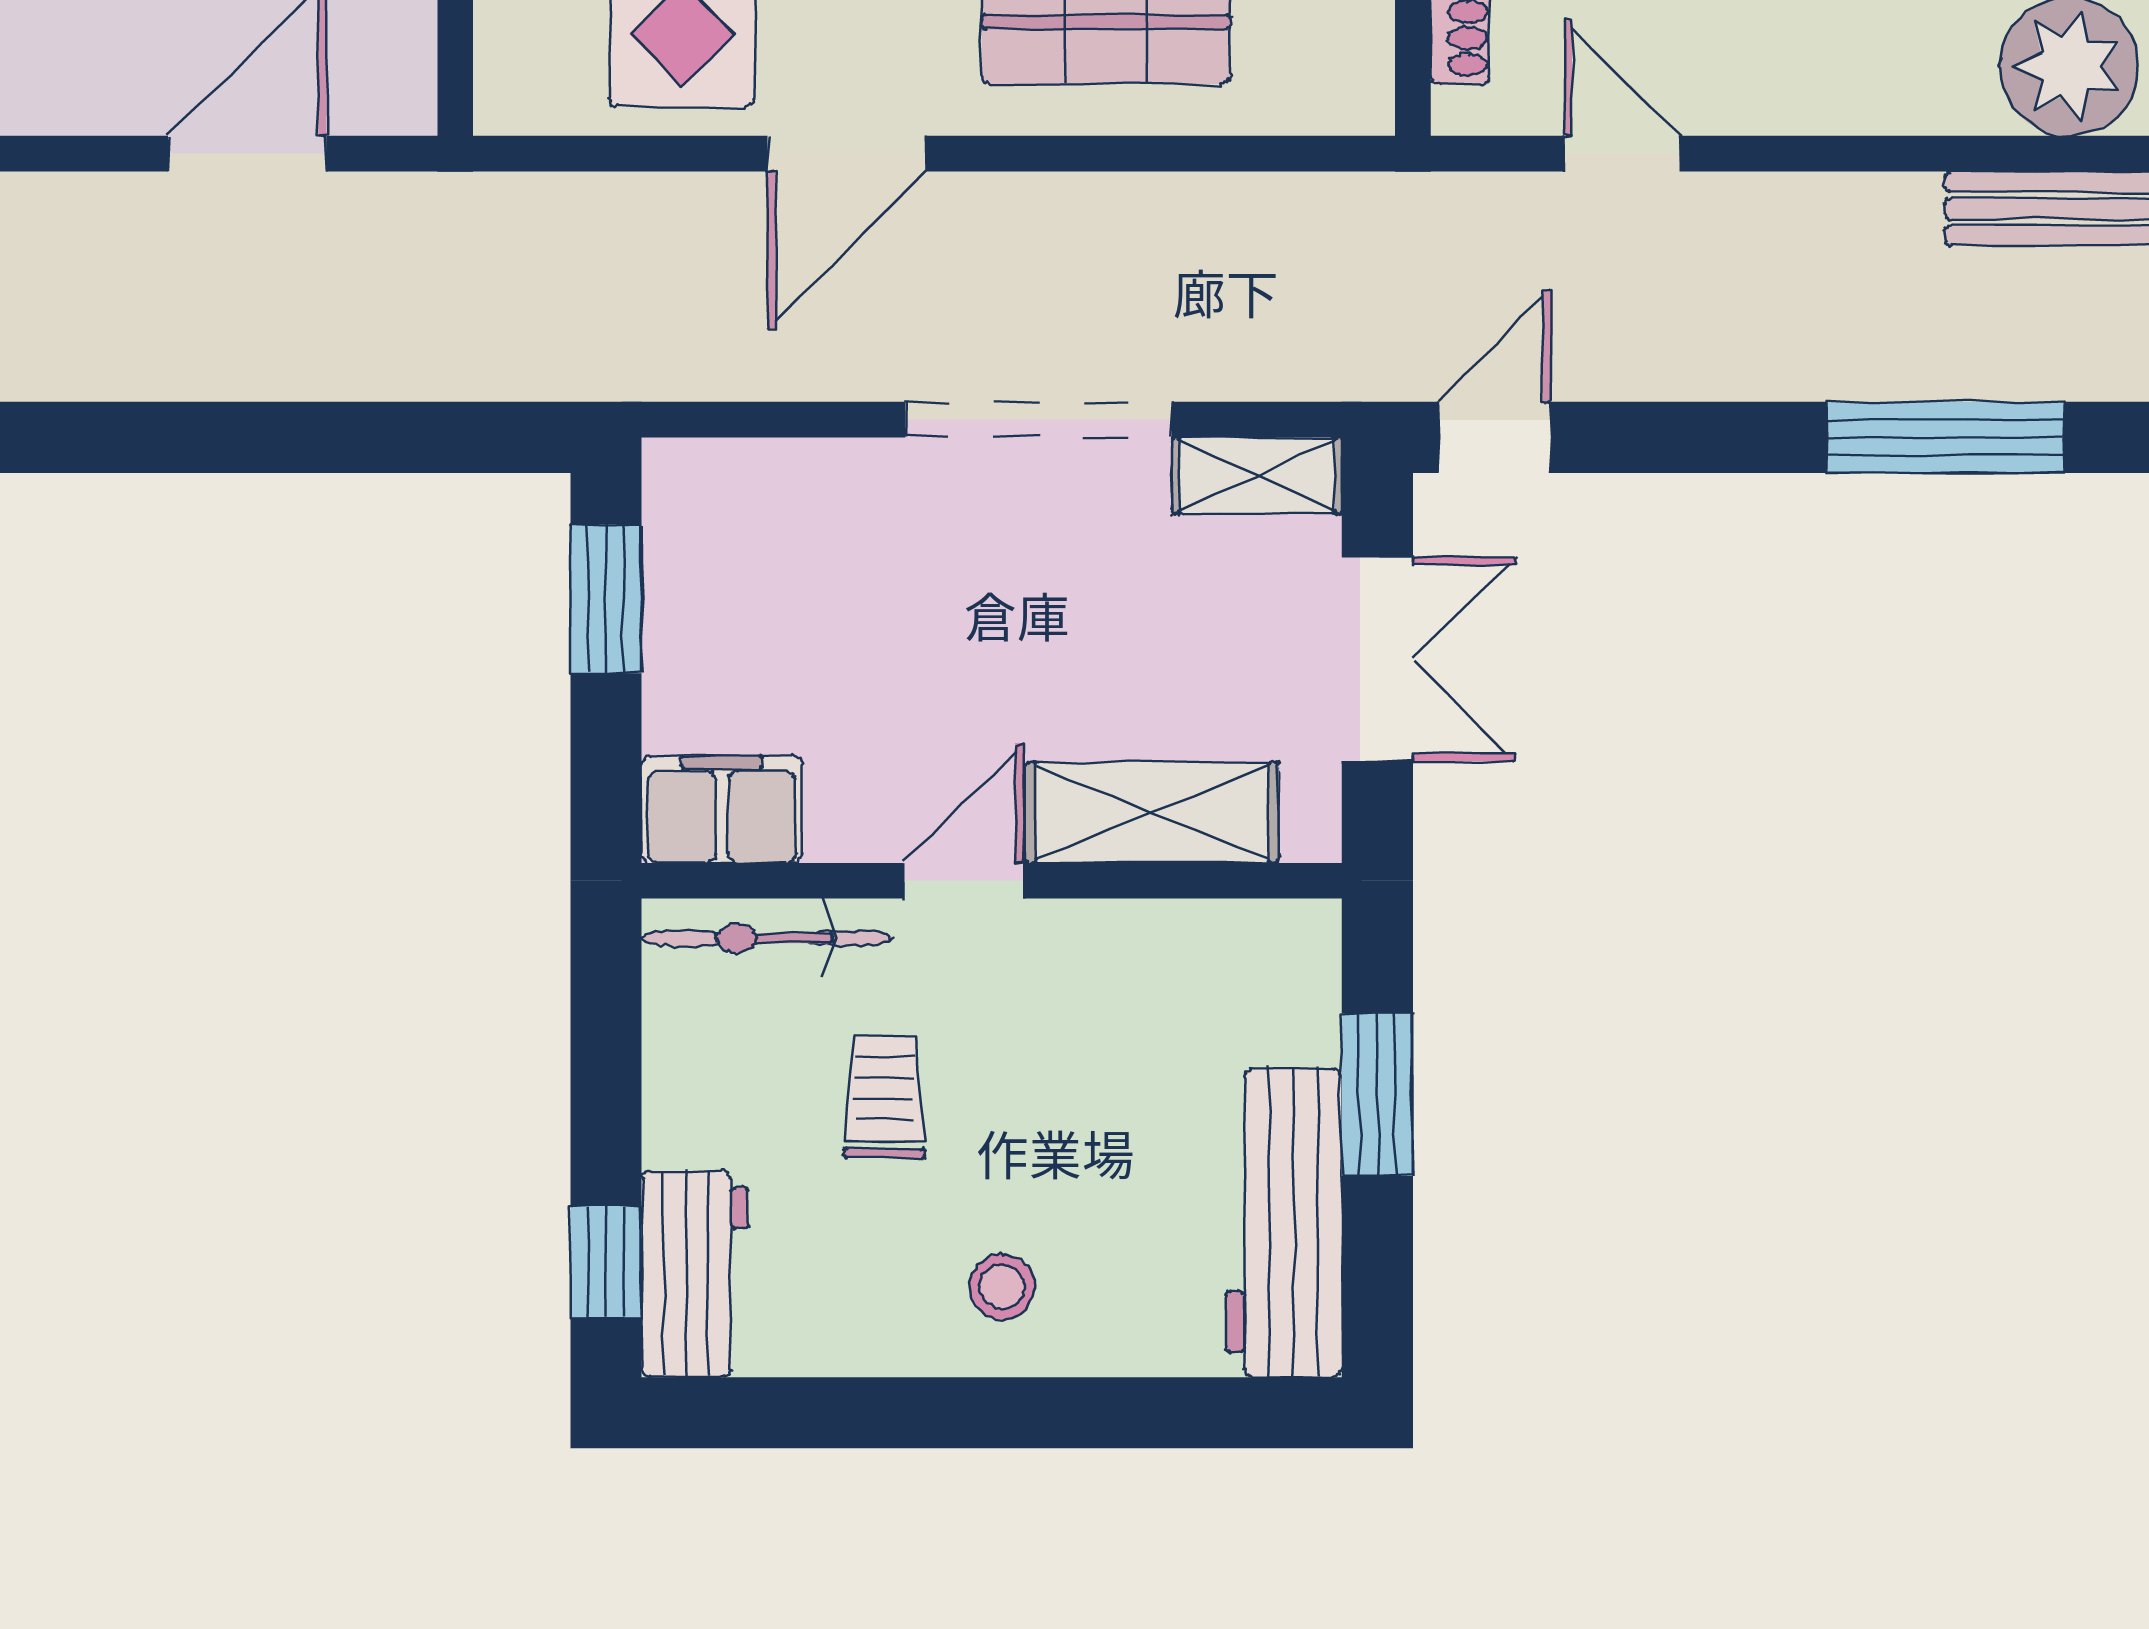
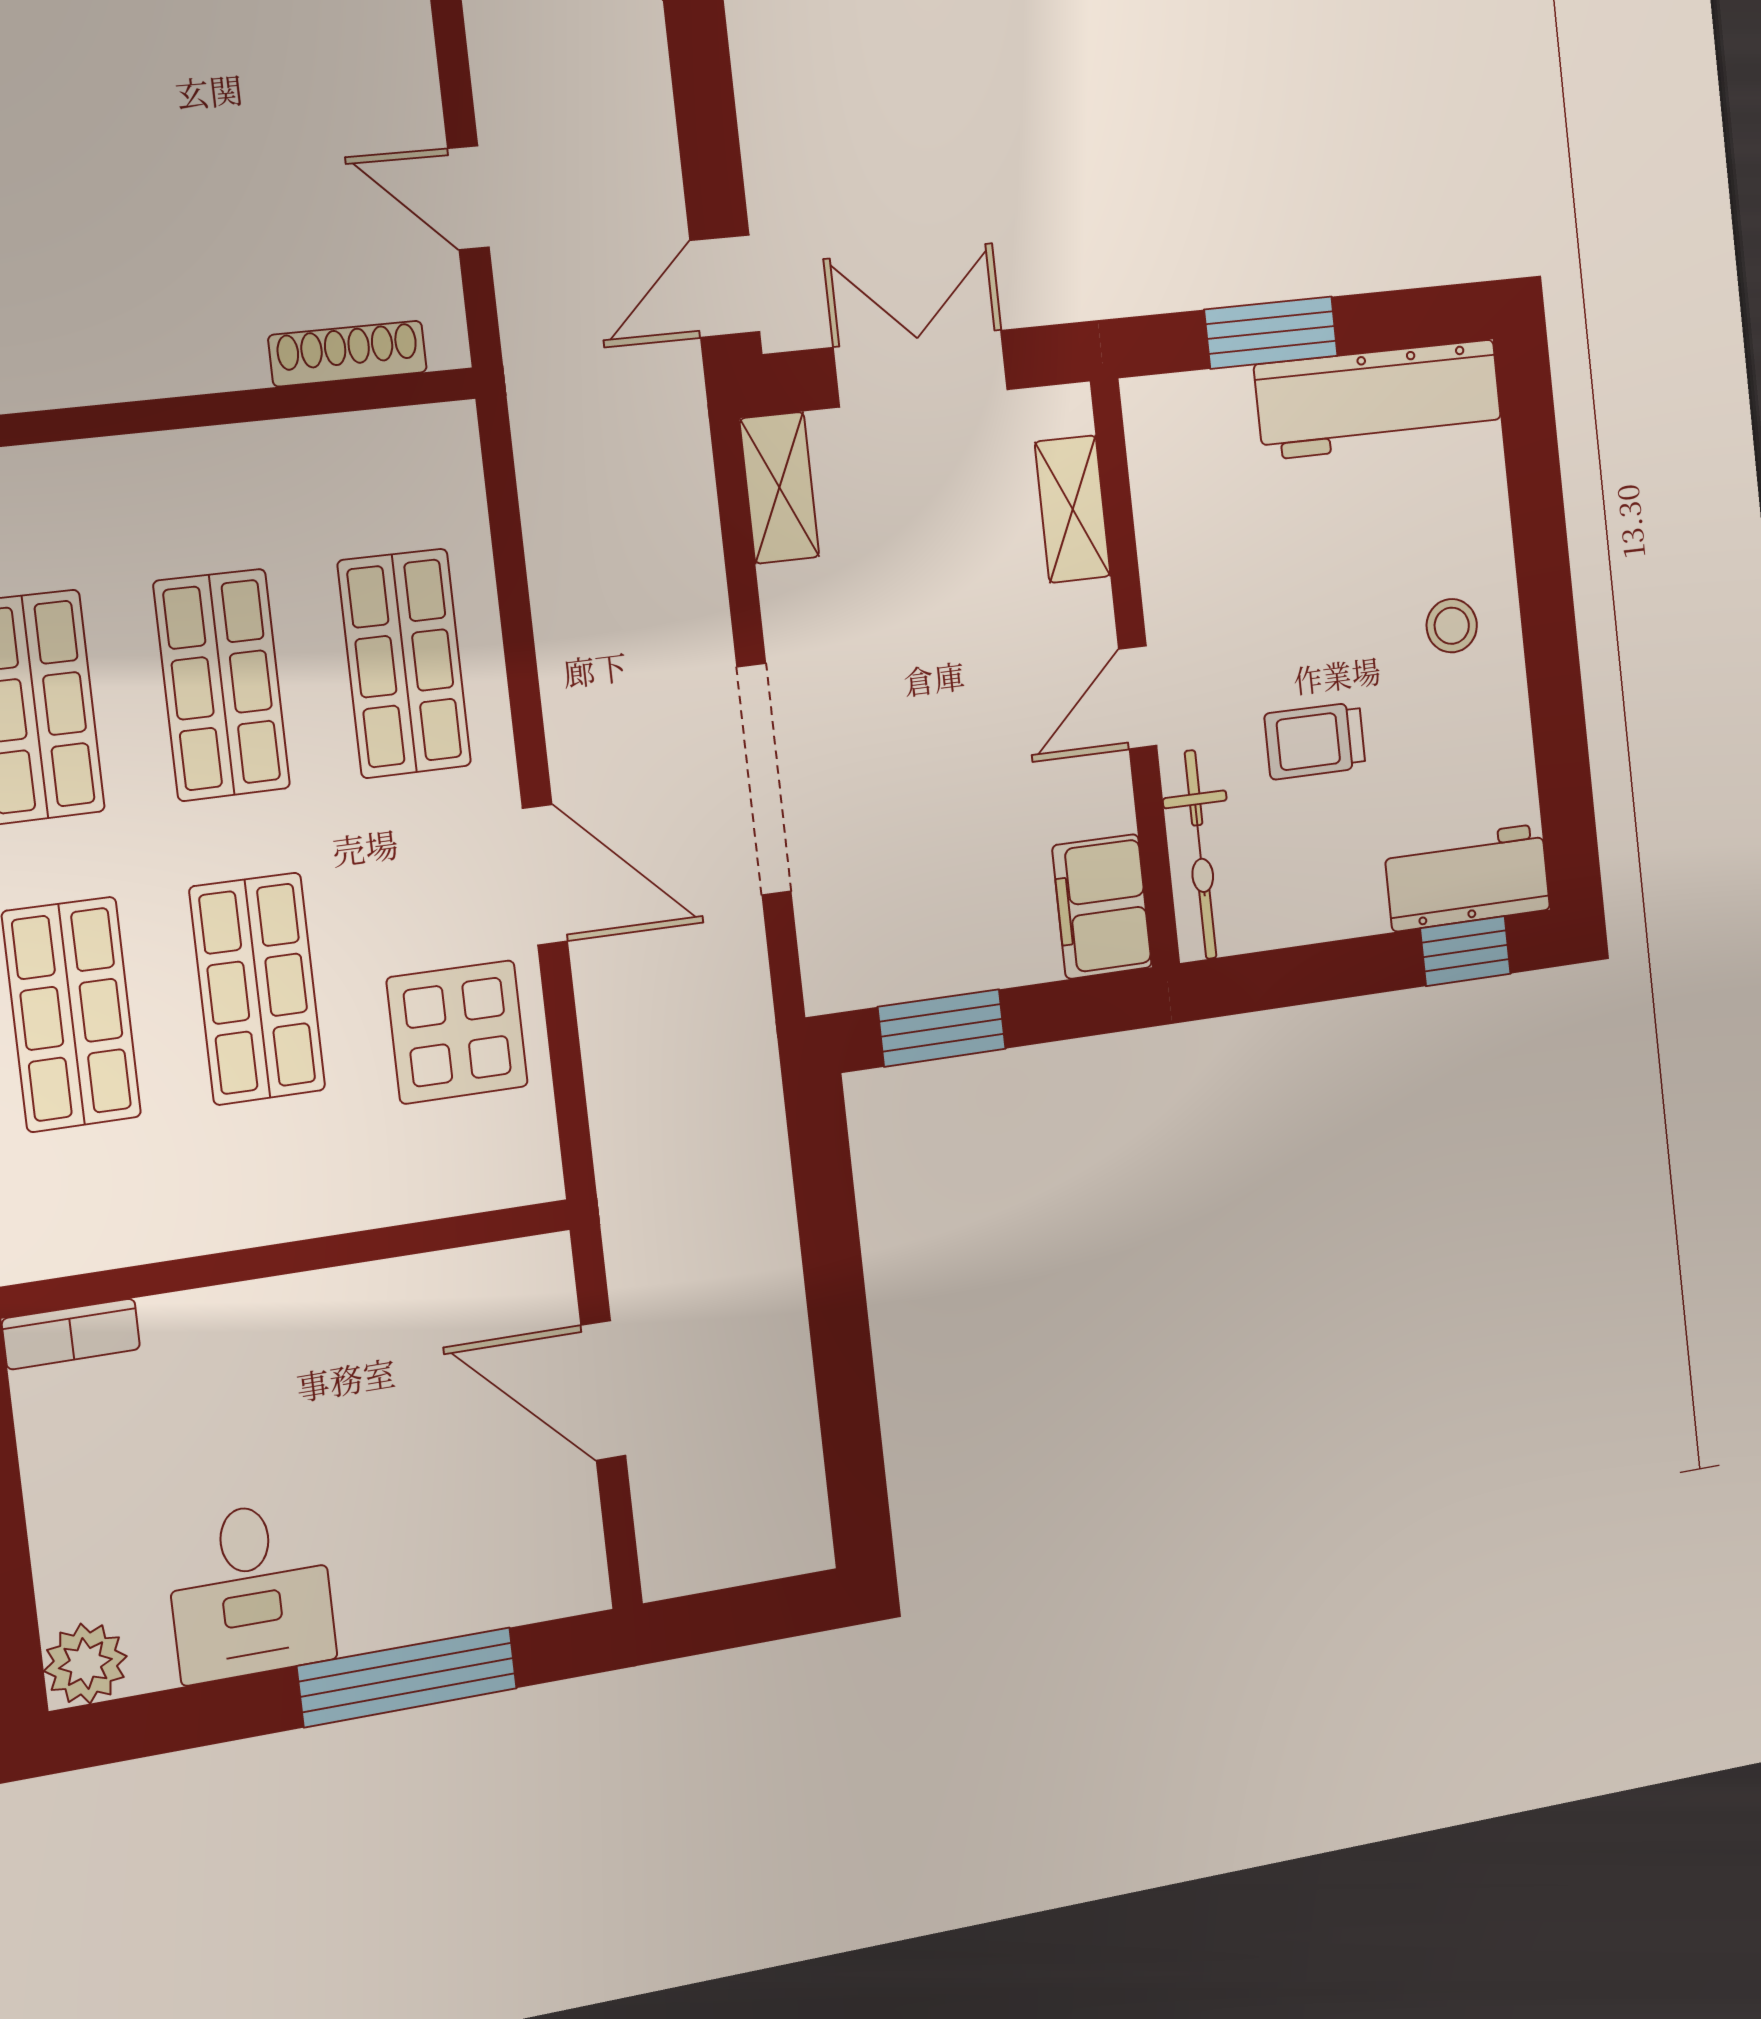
door: (1622, 154) -> (468, 198), hinge flipped
doorway: (1039, 420) -> (764, 779), moved
door: (1495, 437) -> (725, 286), hinge flipped
shelving: (1152, 813) -> (1073, 509), width x0.67, depth x0.75
door: (963, 881) -> (1138, 697), hinge flipped

